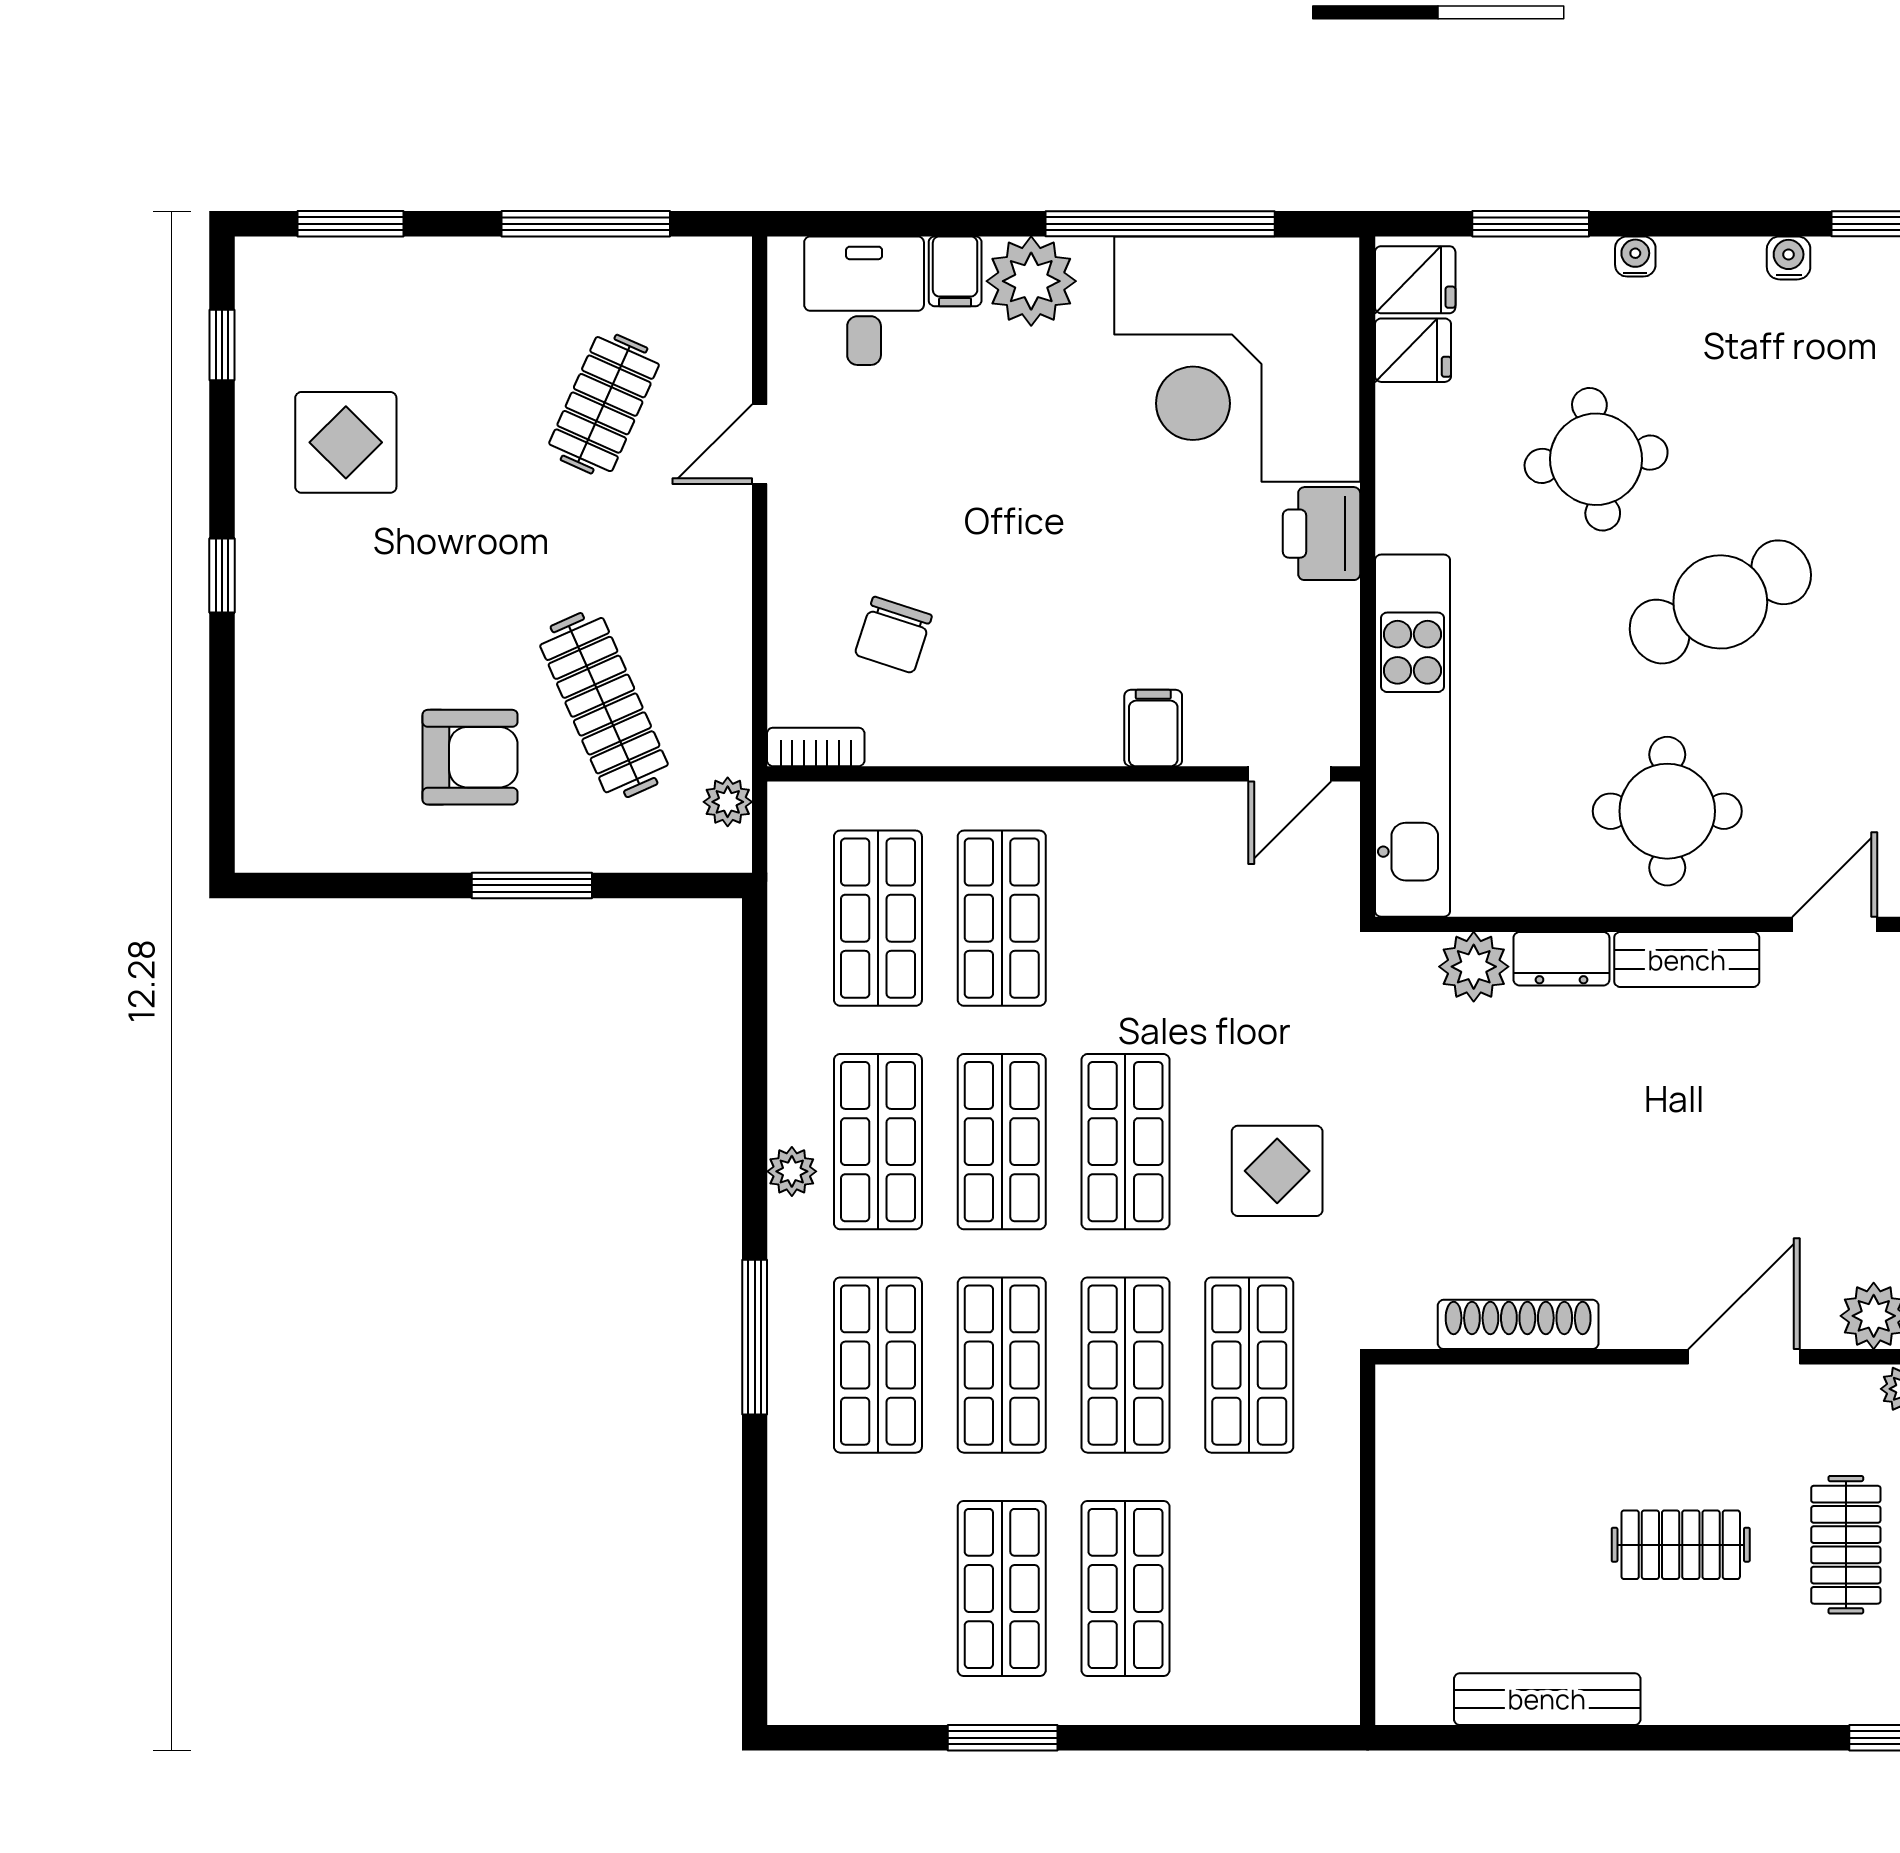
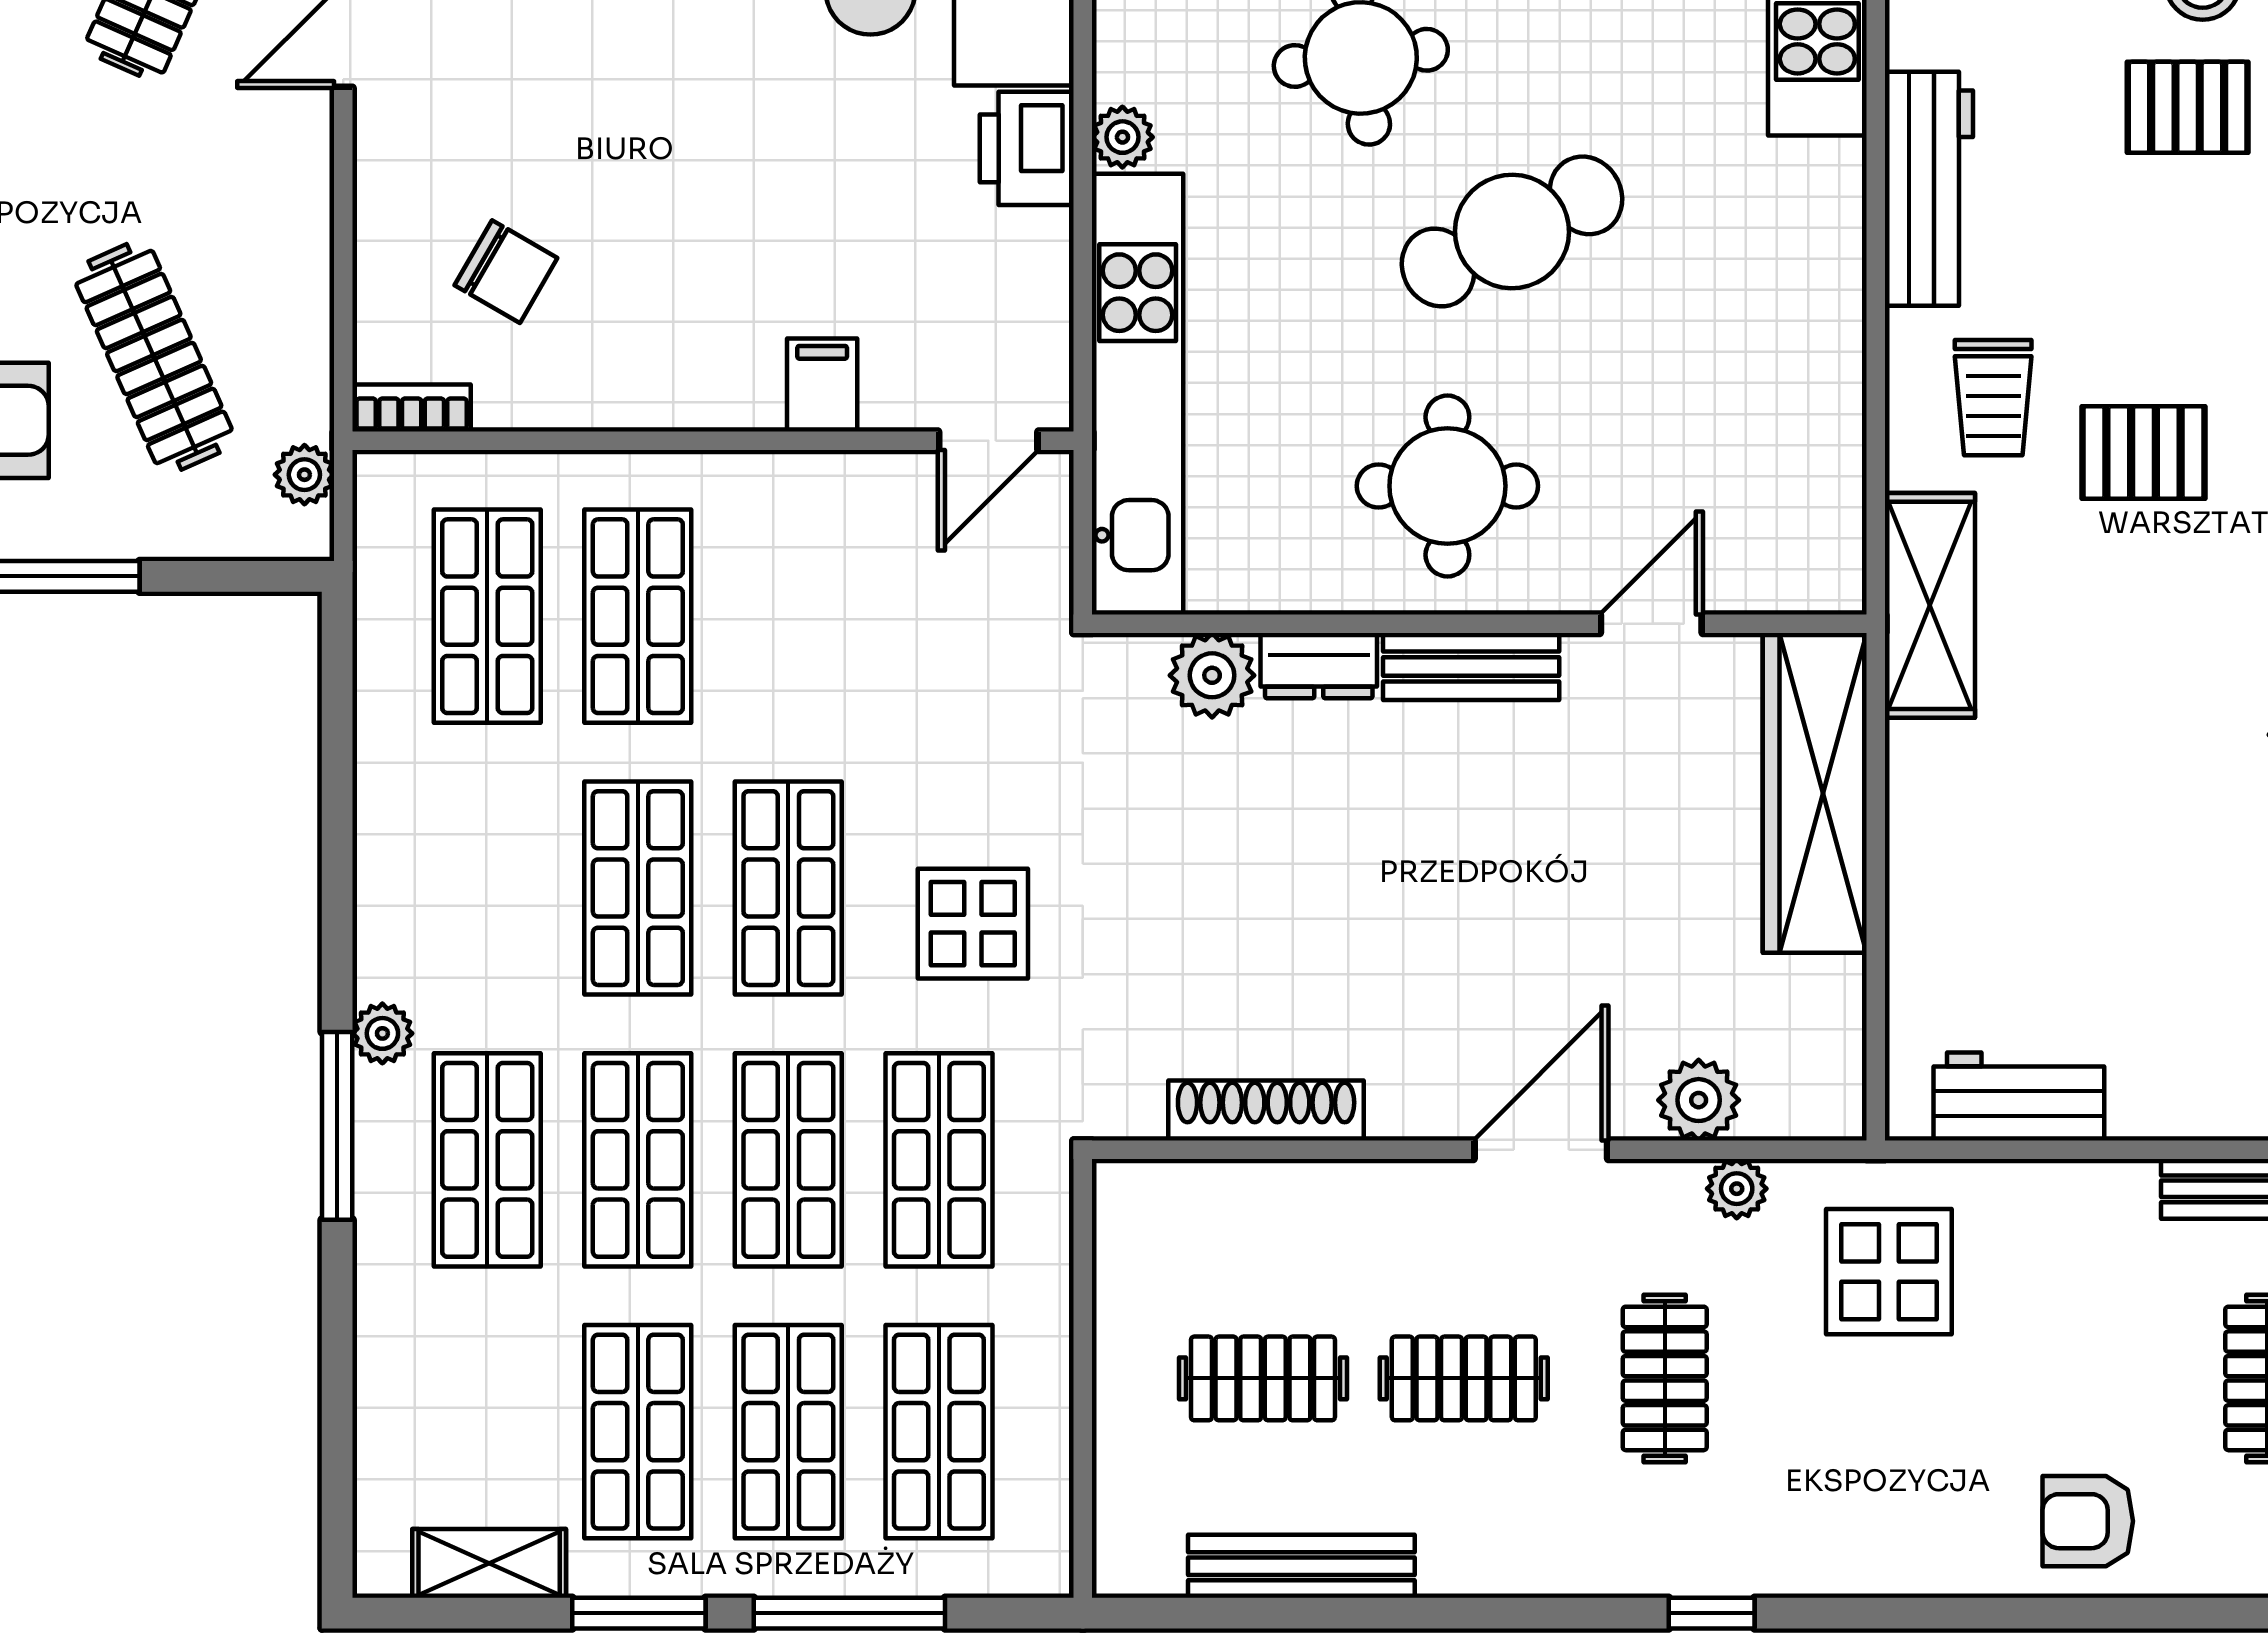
plant: (1400, 524) -> (1122, 137), added
chair: (893, 635) -> (506, 272), turned -78
shop shelf: (878, 1142) -> (939, 1432), moved
plant: (792, 1171) -> (382, 1033), moved
clothes rail: (1516, 1545) -> (1263, 1378), added
shelving: (880, 1697) -> (489, 1563), added
window: (1176, 1738) -> (849, 1613), added

